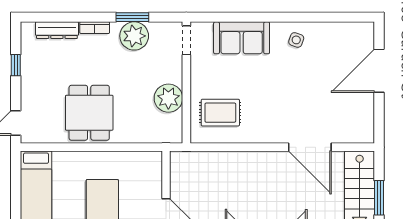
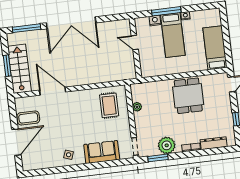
window: (132, 17) -> (158, 158), moved
plant: (168, 98) -> (137, 107), width x0.53, depth x0.53
coffee table: (355, 108) -> (28, 118), added
rug: (220, 113) -> (109, 105), turned 90

